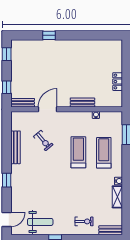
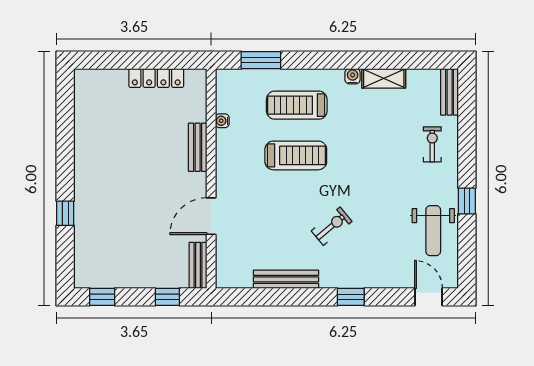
locker: (118, 82) -> (156, 78), width x1.53
door: (48, 109) -> (211, 216), hinge flipped
exercise bike: (43, 141) -> (332, 226), moved
treadmill: (78, 152) -> (296, 155), turned 180
weight bench: (40, 222) -> (433, 231), turned 180

